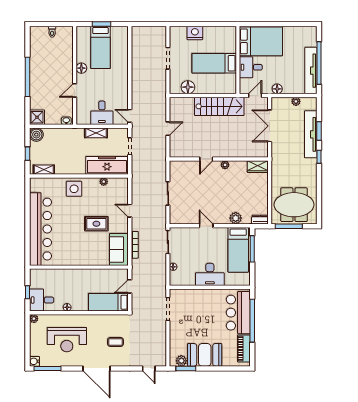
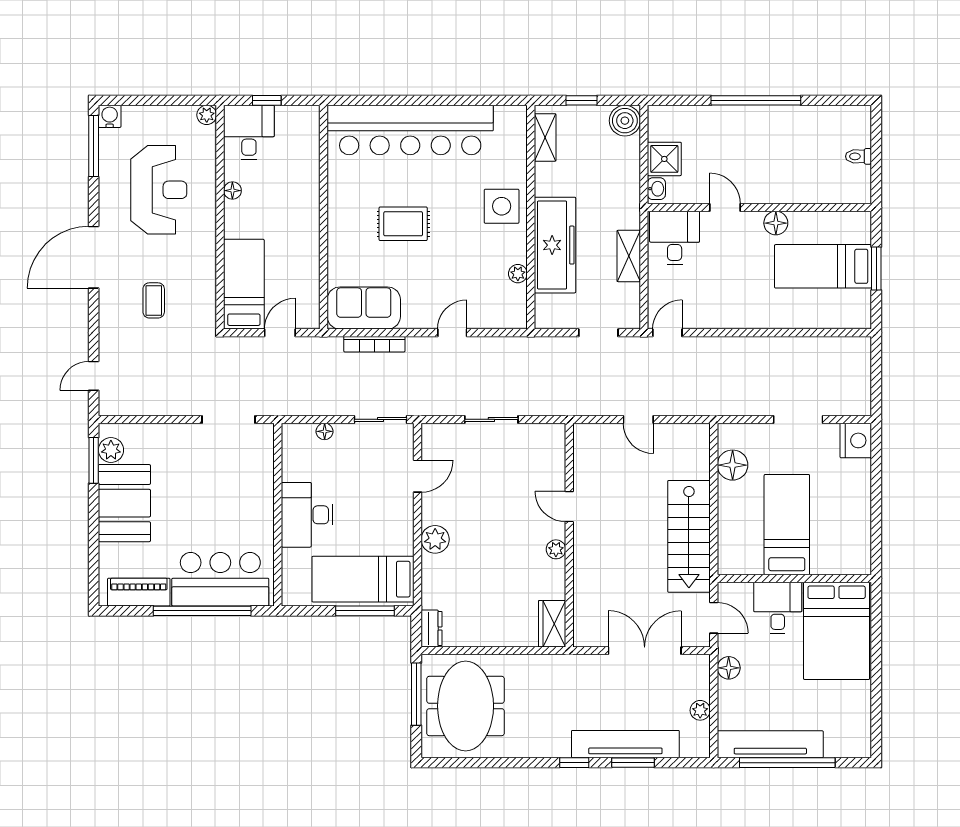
nightstand: (195, 33) -> (856, 440), moved
desk: (102, 113) -> (675, 238), moved, turned 90
shower: (37, 117) -> (664, 159), moved
freezer: (107, 165) -> (555, 245), moved
plant: (236, 218) -> (435, 539), moved
rug: (96, 224) -> (403, 224), moved, turned 90
door: (206, 226) -> (418, 476), moved
door: (130, 286) -> (280, 333), hinge flipped
reception desk: (67, 340) -> (159, 190), turned 180

